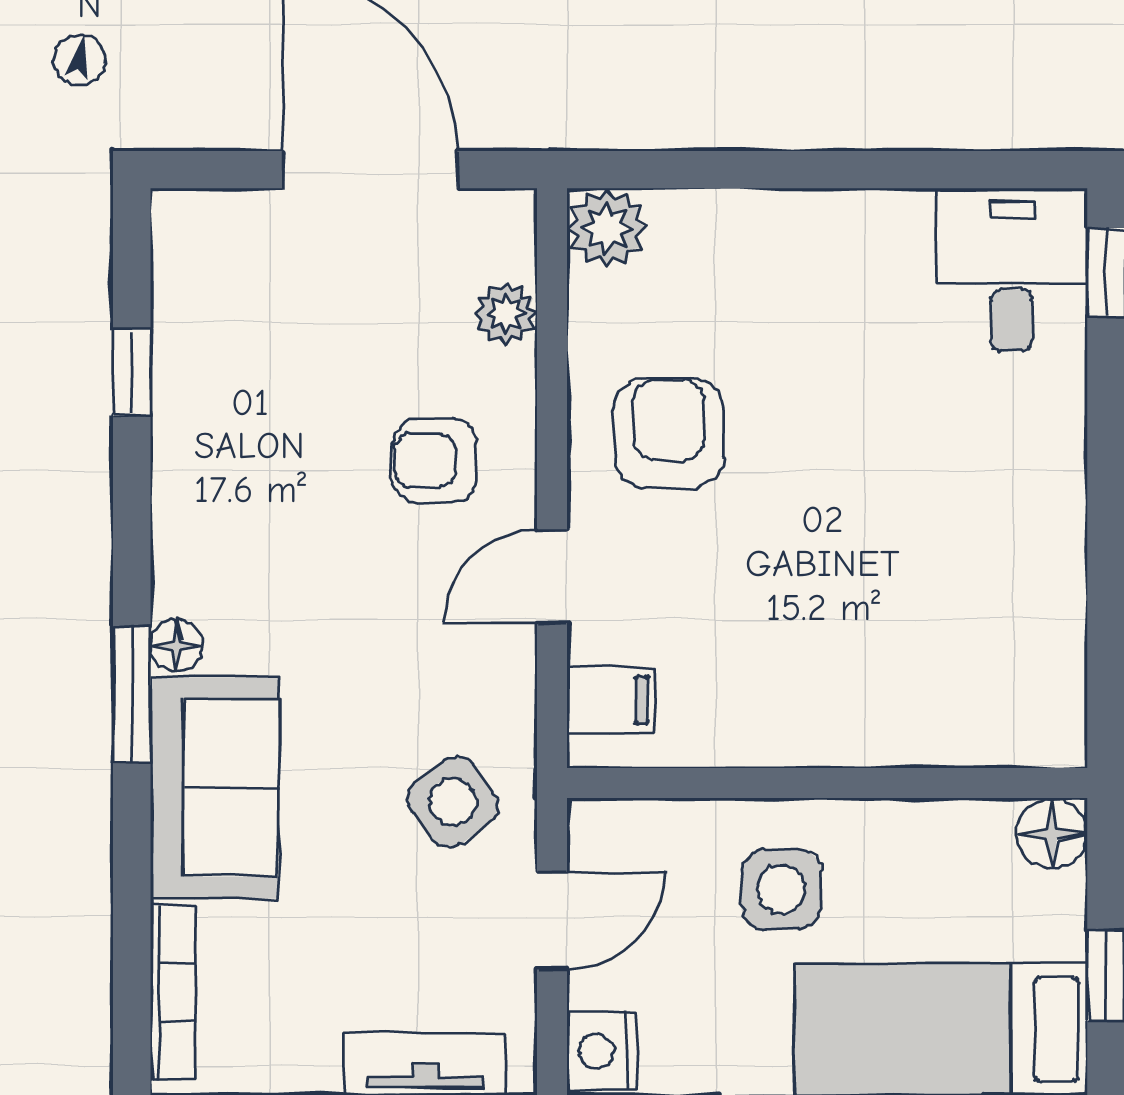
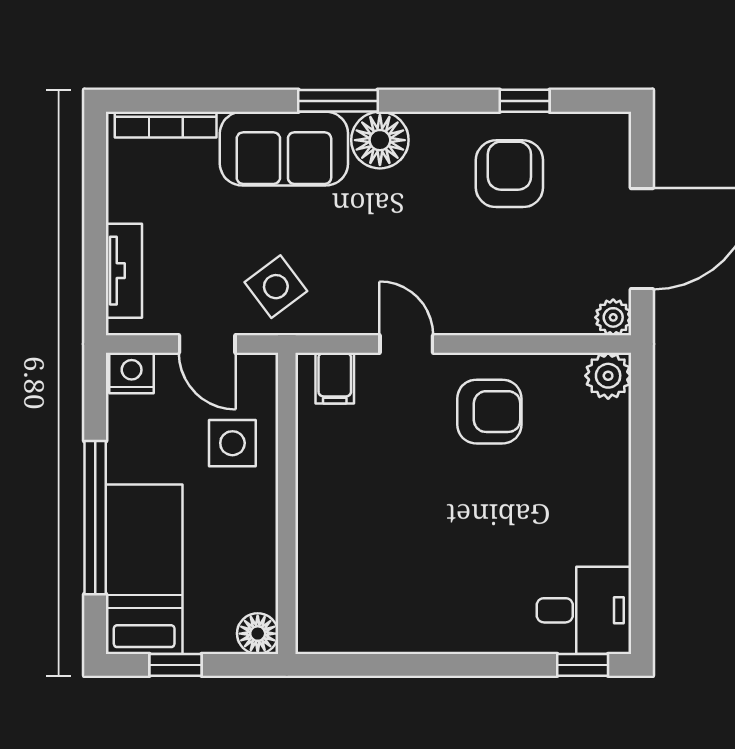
plant: (506, 314) -> (613, 317), moved
armchair: (435, 460) -> (509, 174), moved, width x1.38, depth x1.38
floor lamp: (176, 645) -> (380, 140), width x1.89, depth x1.89
side table: (781, 889) -> (232, 443), moved

